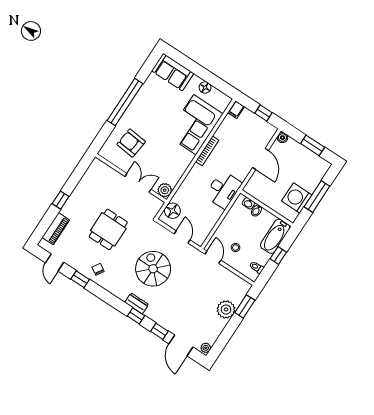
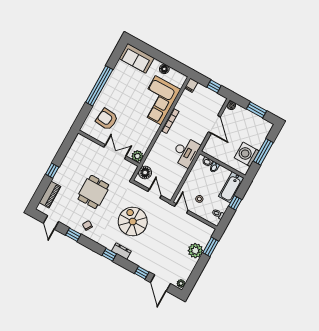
window: (136, 316) -> (109, 255), moved

